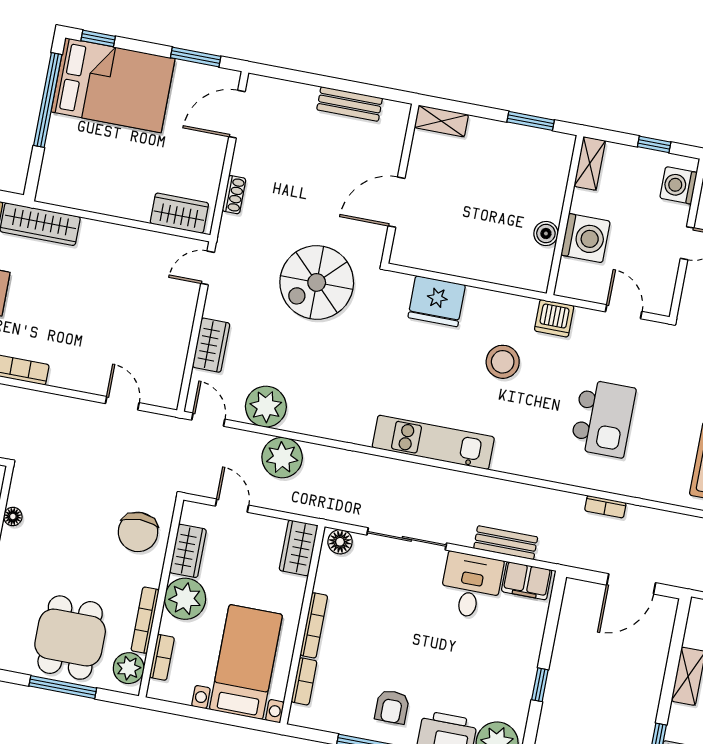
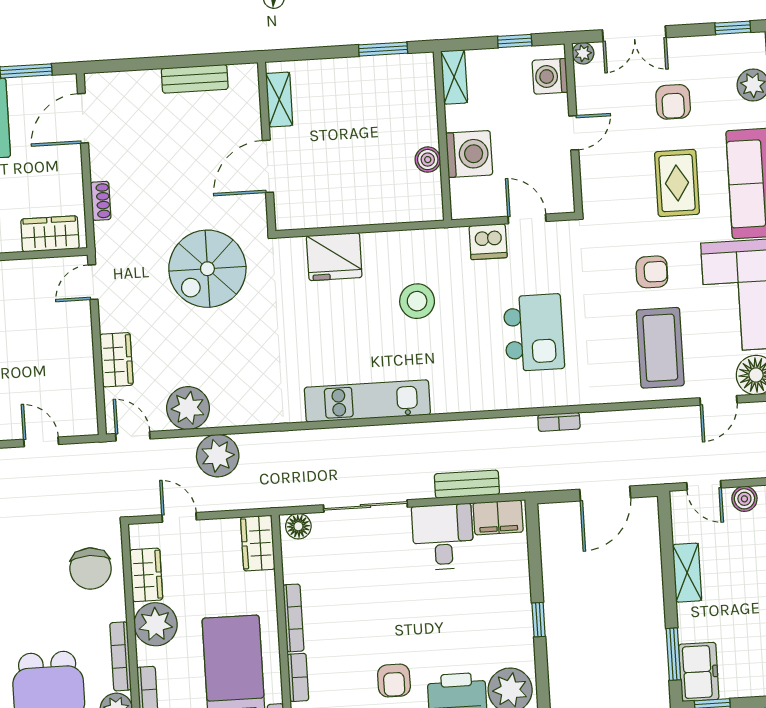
shelving: (441, 121) -> (279, 100), moved, turned 90
dishwasher: (554, 318) -> (488, 242), moved

